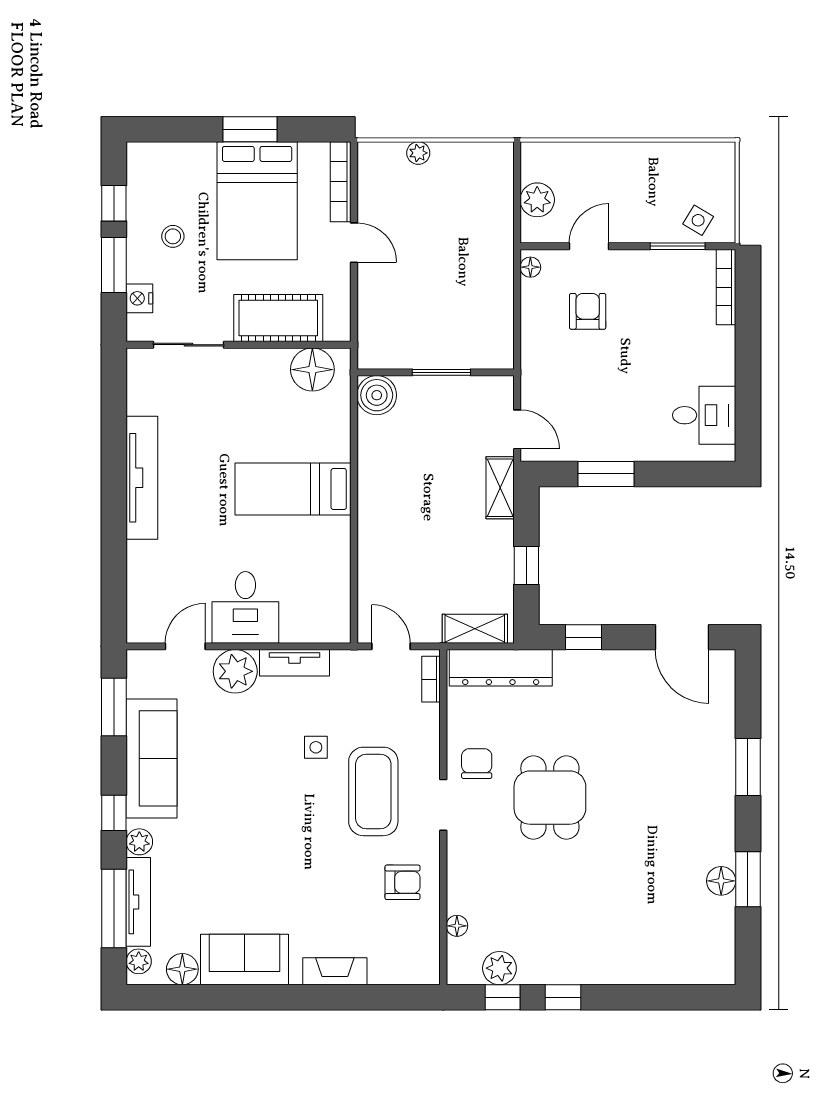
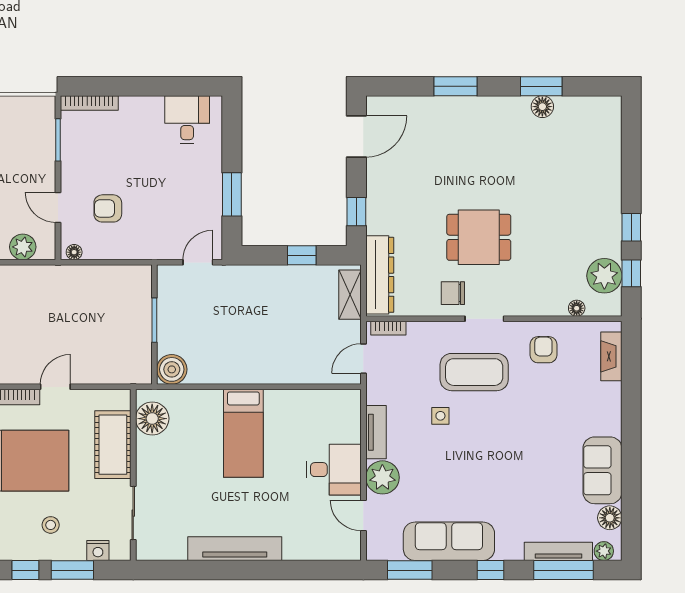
side table: (698, 220) -> (38, 124), removed
shelving: (500, 488) -> (242, 275), removed
plant: (139, 842) -> (513, 551), removed
plant: (499, 968) -> (604, 276), width x1.36, depth x1.36
fireplace: (335, 971) -> (611, 356), moved

